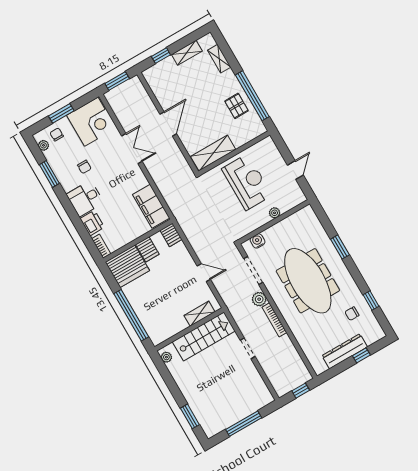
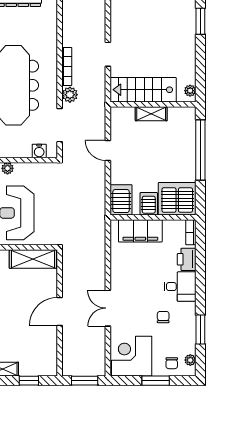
filing cabinet: (151, 206) -> (140, 231), moved, turned 90
server rack: (171, 235) -> (121, 200), width x1.36, depth x1.44
shelving: (199, 314) -> (151, 114), moved

